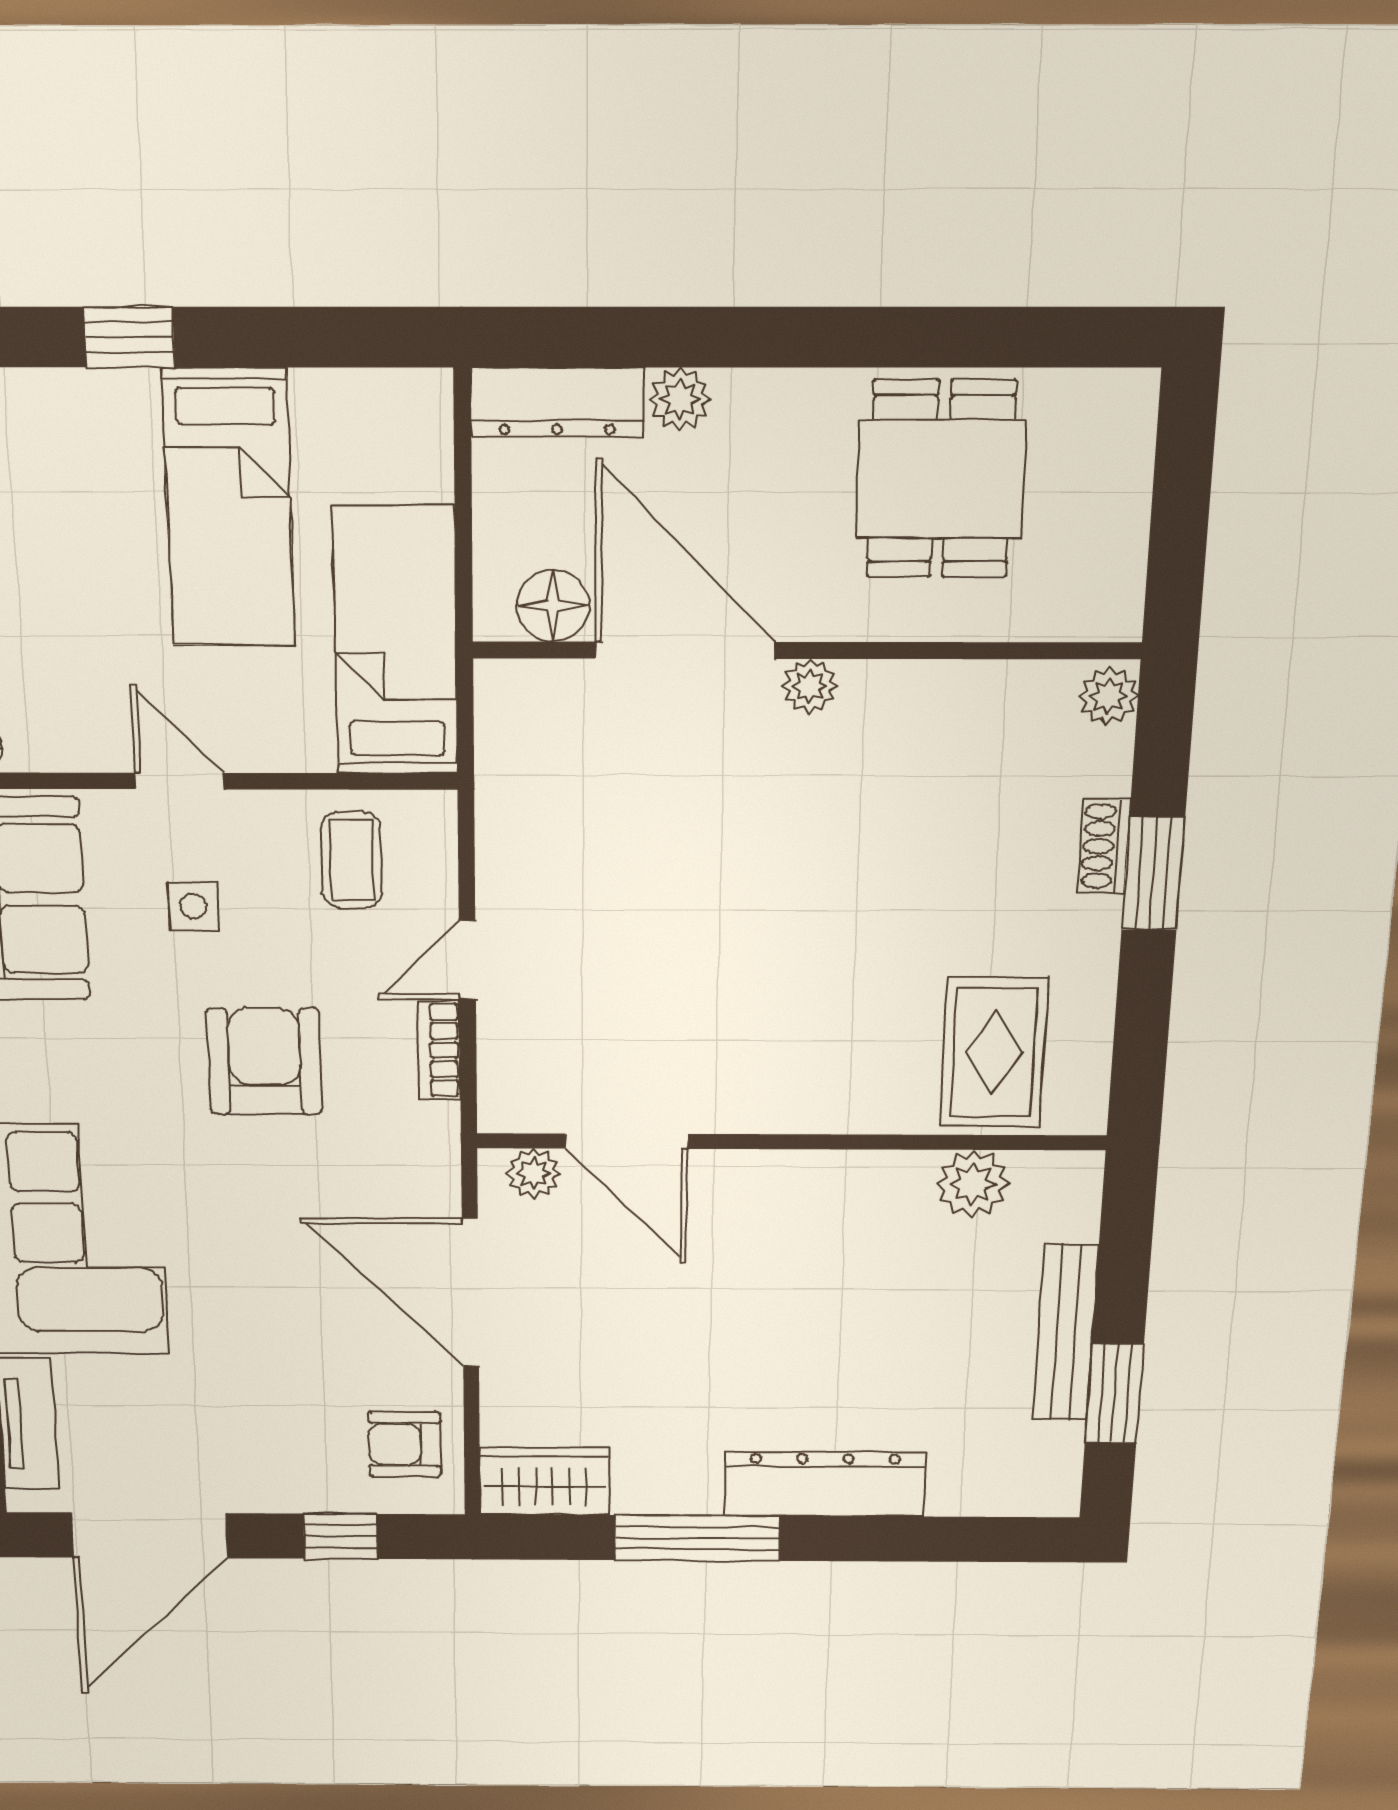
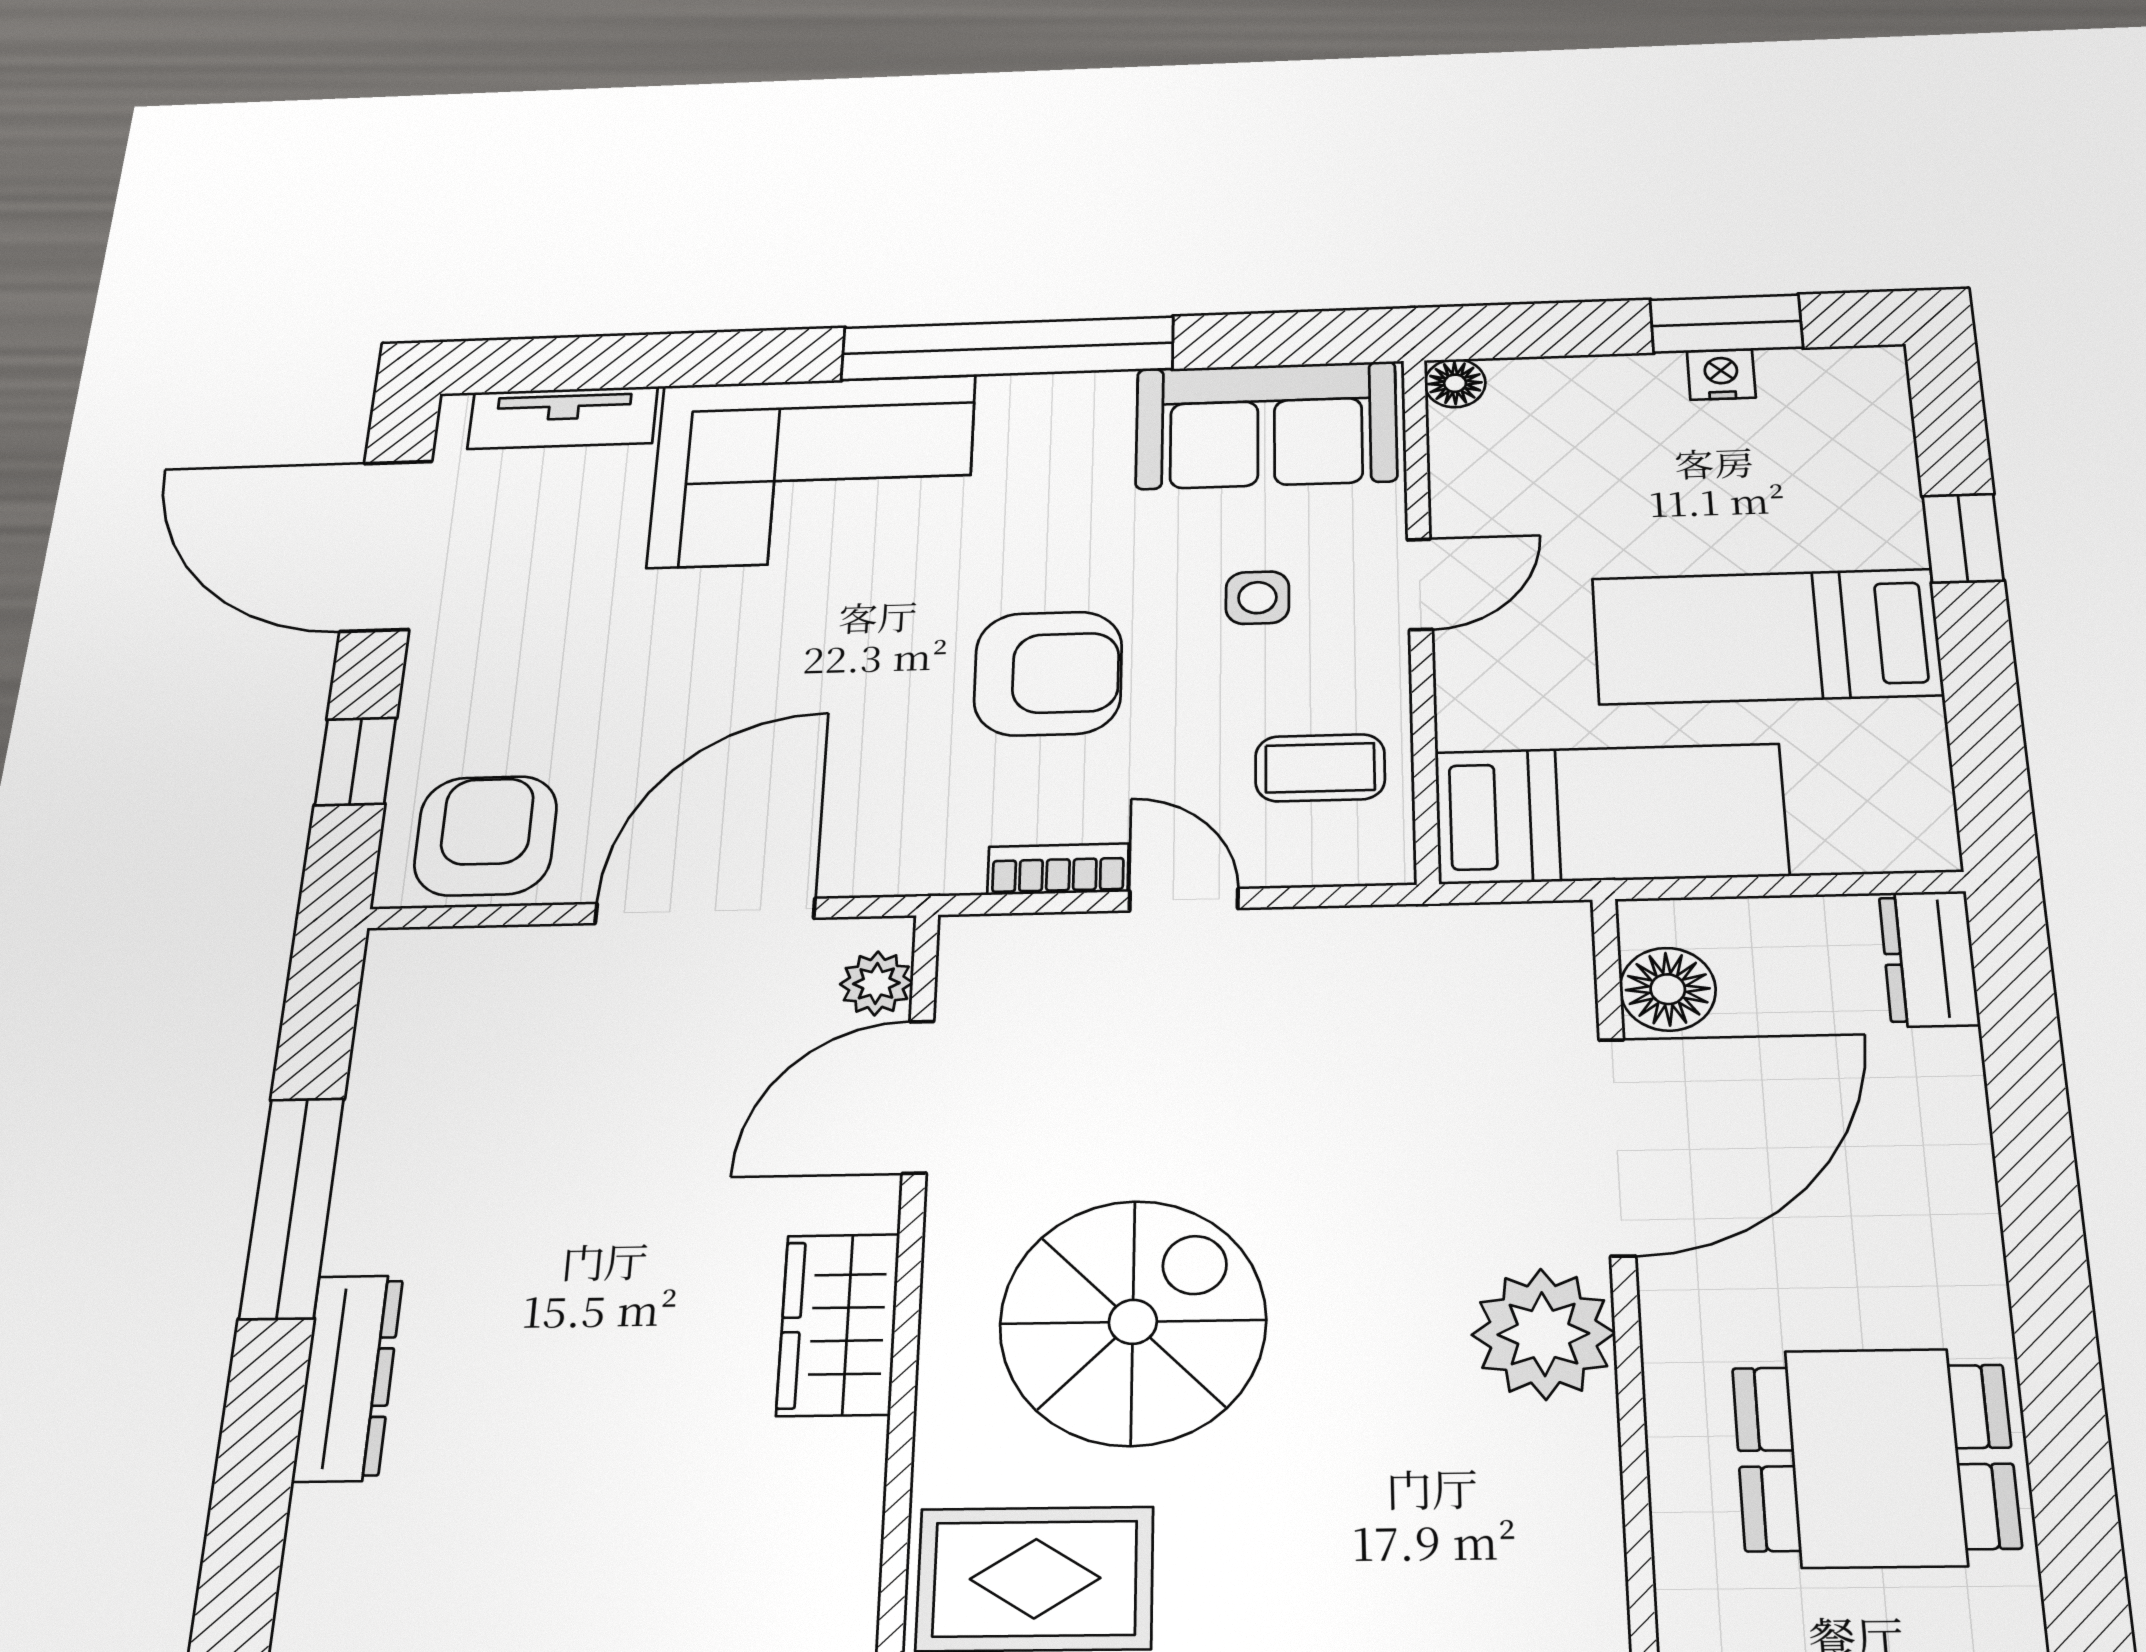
plant: (680, 399) -> (1951, 1130), removed
dresser: (557, 402) -> (1929, 959), width x0.70
plant: (810, 686) -> (1543, 1334), width x1.88, depth x1.88
spiral stairs: (809, 992) -> (1133, 1322), added
plant: (973, 1184) -> (829, 1561), removed
armchair: (405, 1444) -> (486, 836), width x1.38, depth x1.38
wardrobe: (544, 1481) -> (838, 1324), moved, turned 180
dresser: (824, 1484) -> (348, 1377), width x0.73, depth x0.80

